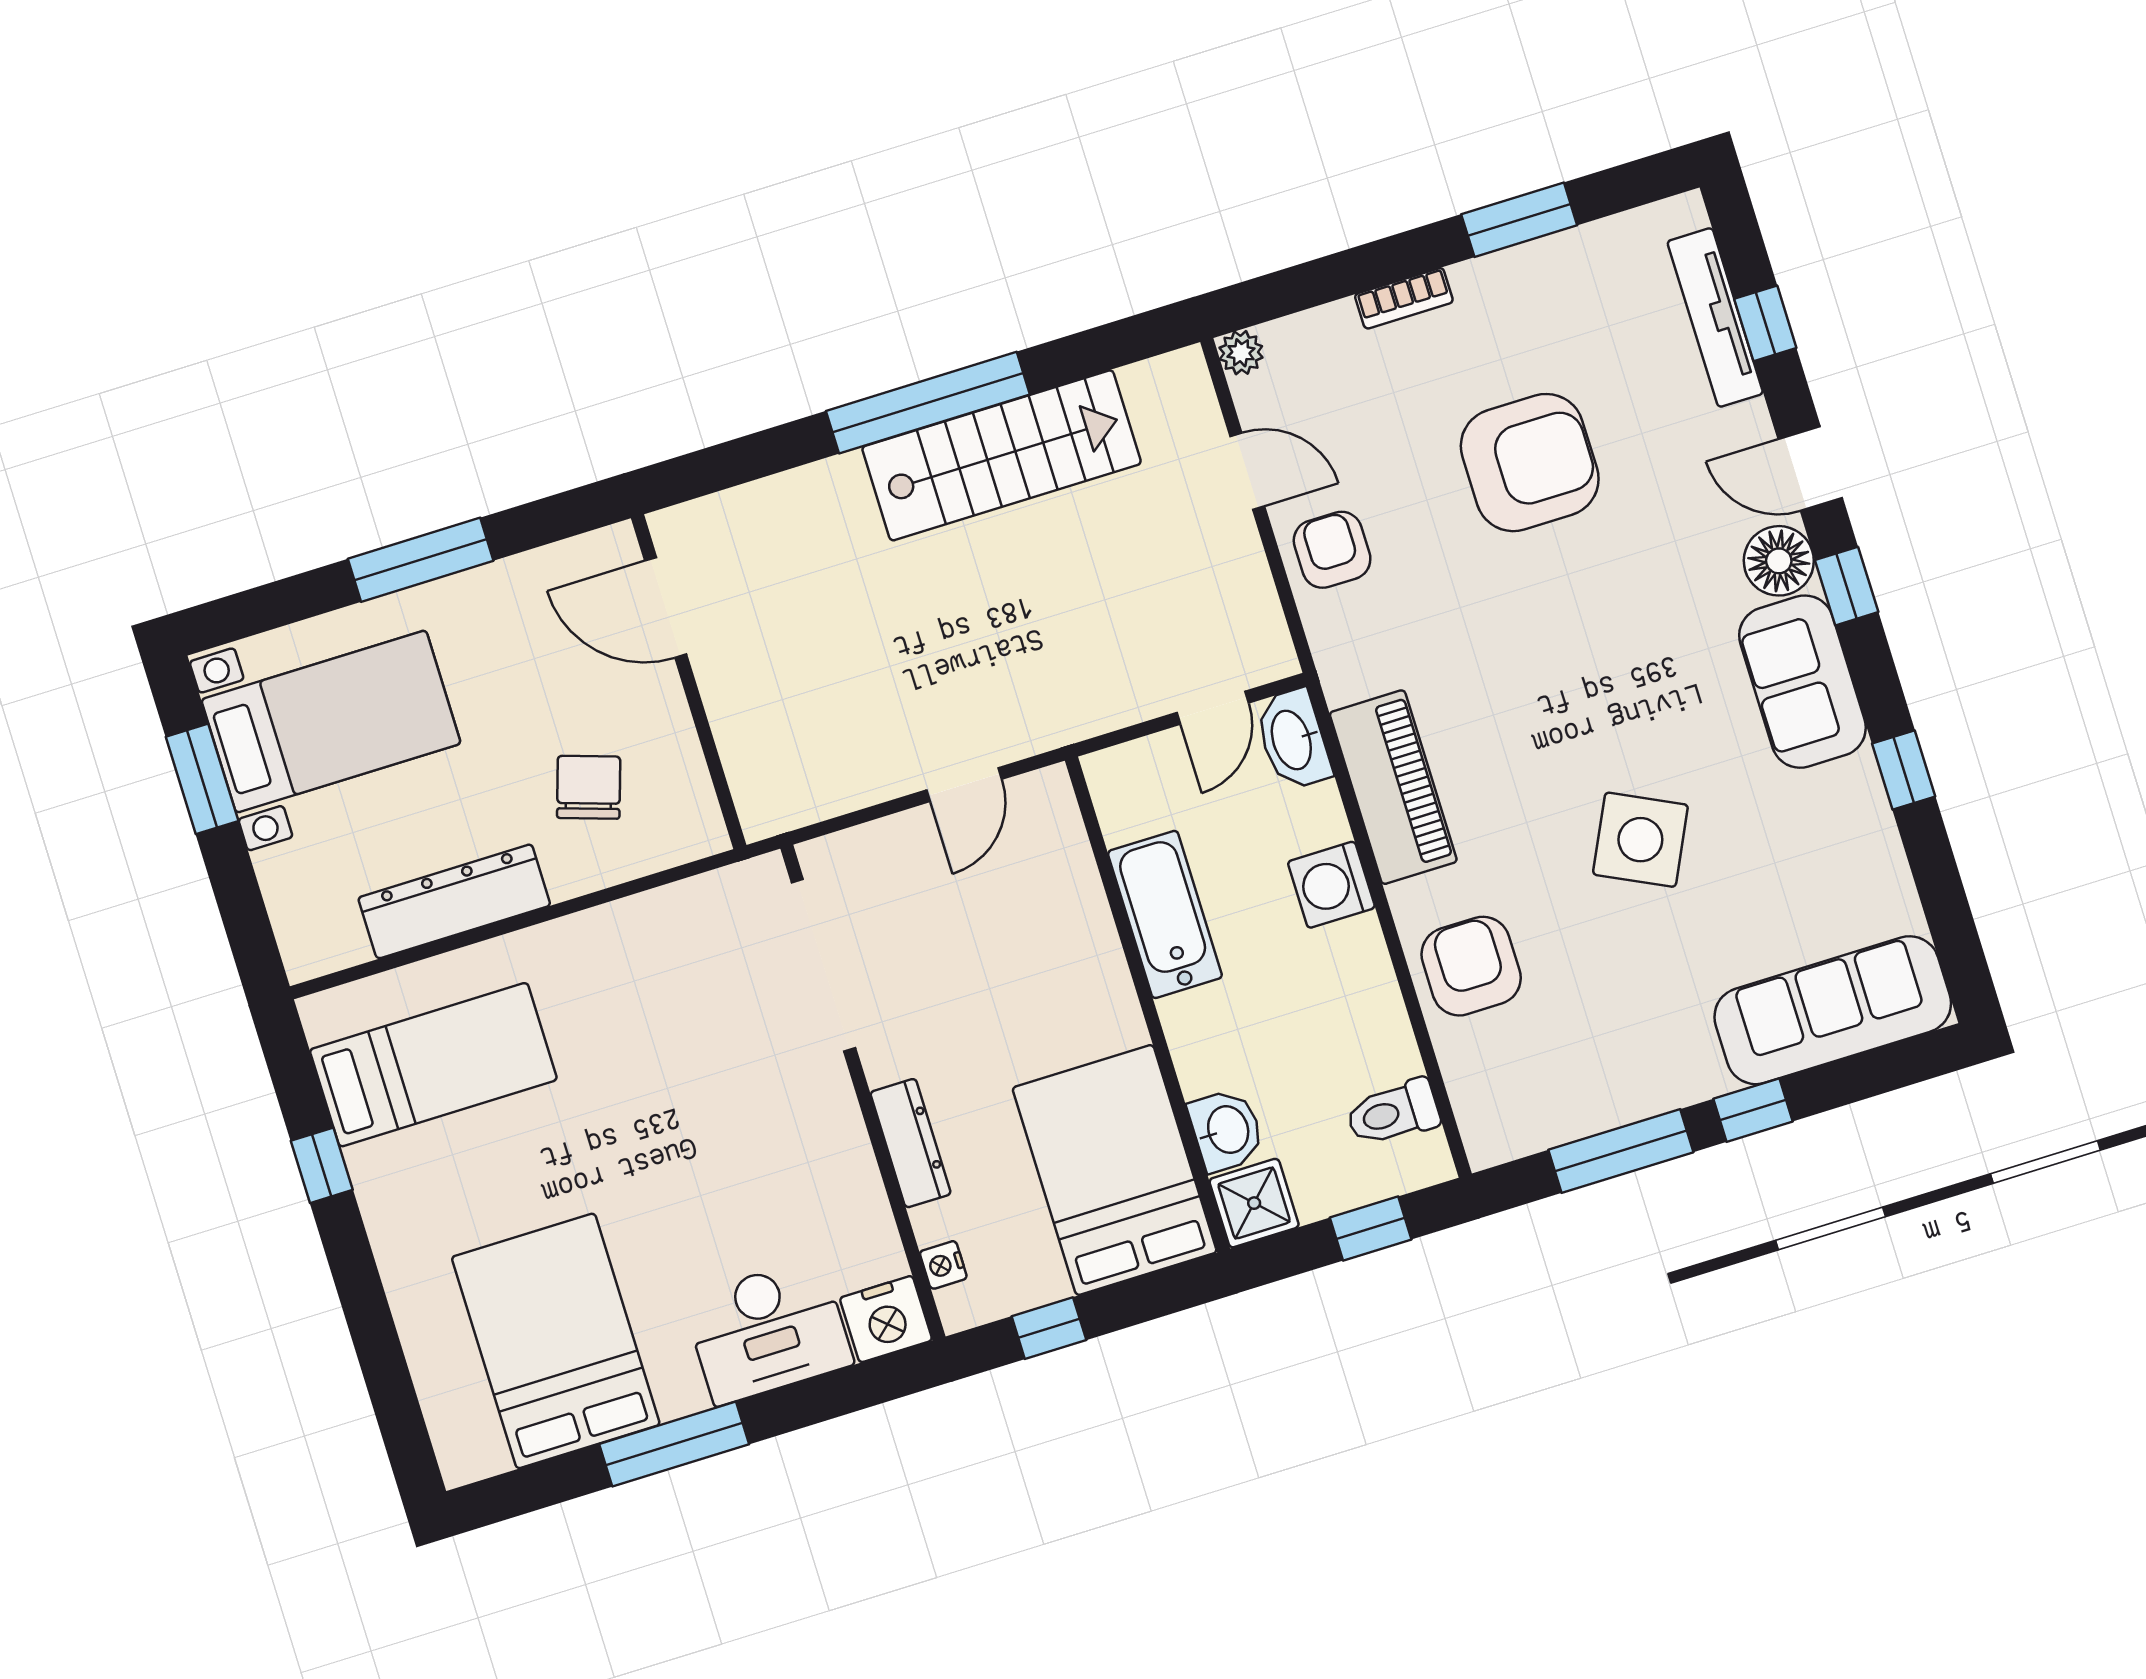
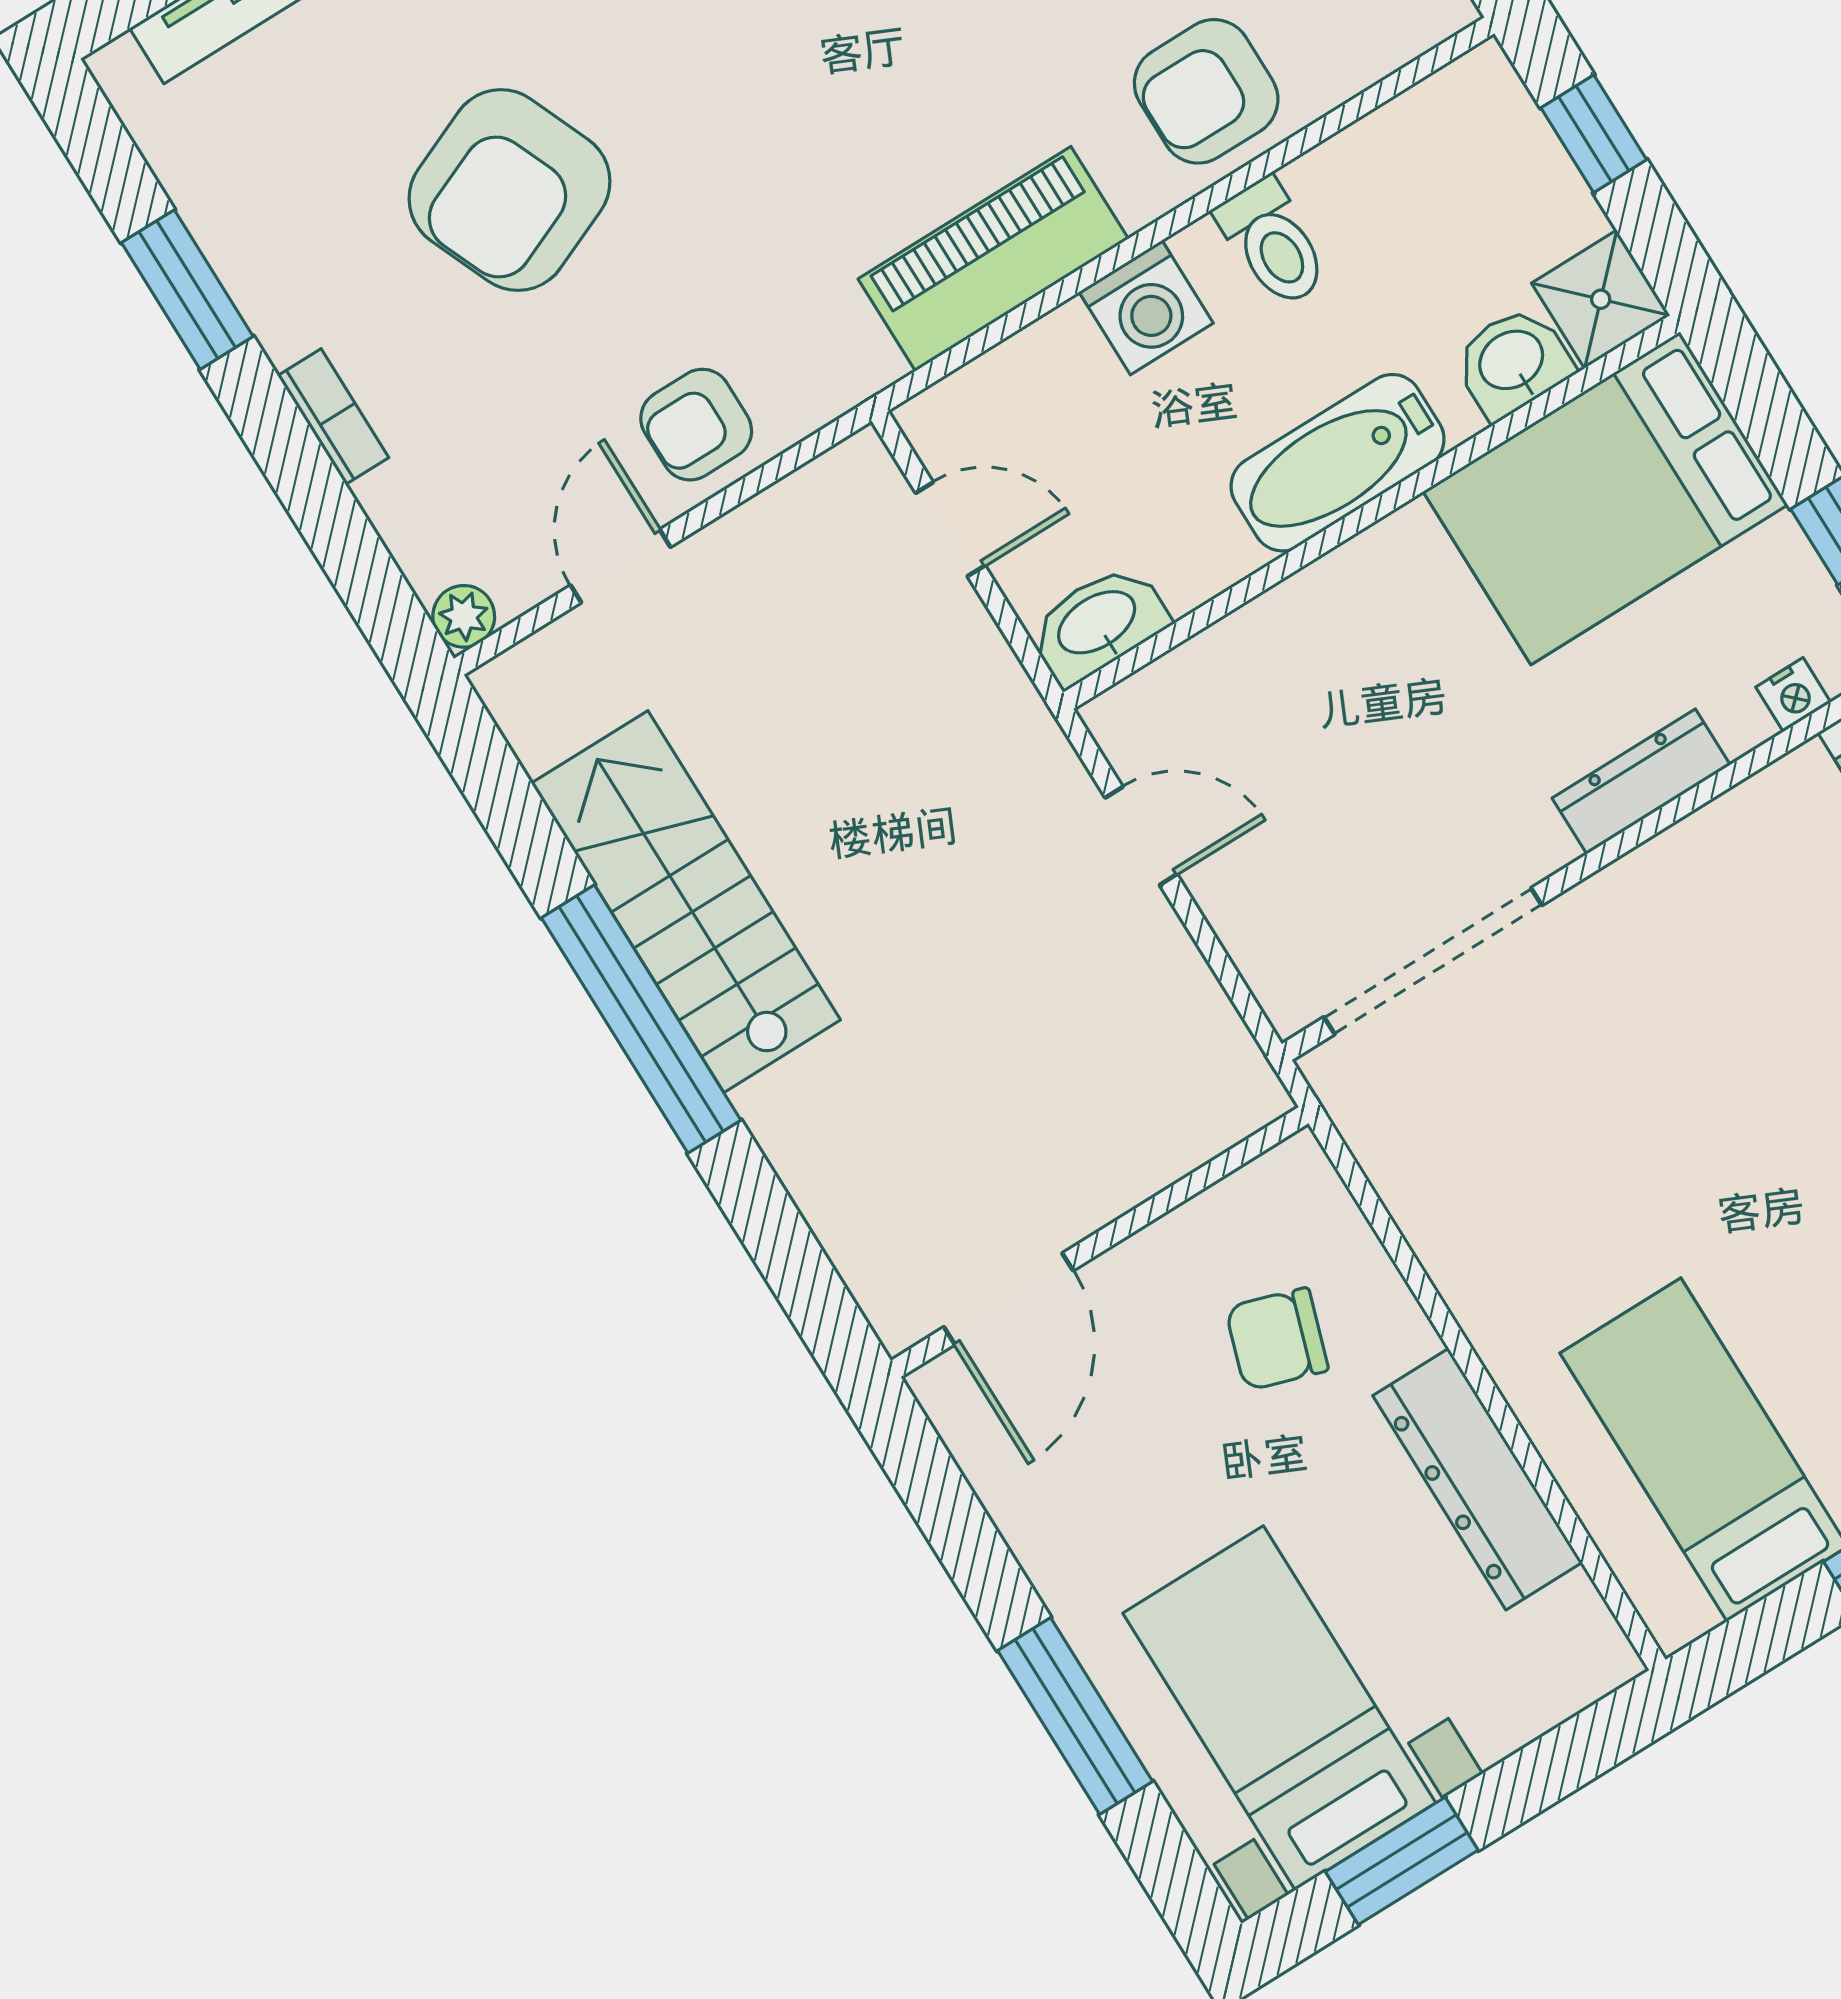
armchair: (1530, 463) -> (509, 190), turned -113
window: (421, 560) -> (1075, 1716), moved
washbasin: (1293, 739) -> (1098, 624), moved, turned 180
bathtub: (1165, 914) -> (1337, 463), moved
toilet: (1393, 1113) -> (1273, 243), moved

